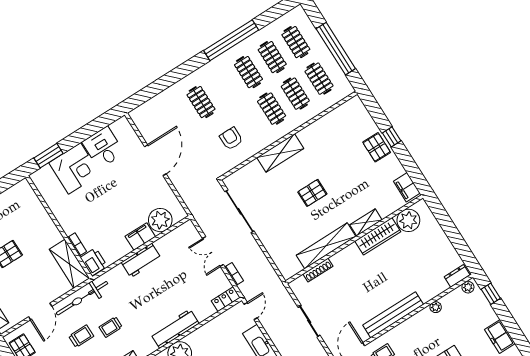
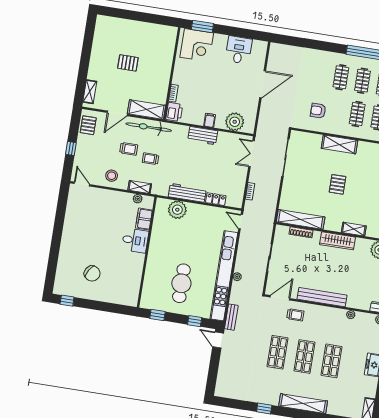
clothes rail: (201, 102) -> (341, 77), moved
armchair: (231, 139) -> (318, 111), turned -90
corner desk: (75, 168) -> (197, 45), moved
pallet: (312, 193) -> (338, 184), turned 90
filing cabinet: (140, 236) -> (210, 120), width x0.50
wardrobe: (378, 236) -> (337, 241), moved
shelving: (326, 246) -> (301, 219), moved
double door: (213, 252) -> (251, 154), moved
shelving: (69, 264) -> (146, 110), moved, turned 90
locker: (226, 299) -> (216, 199), moved
door: (251, 311) -> (241, 222), swing flipped

